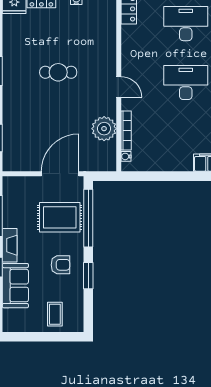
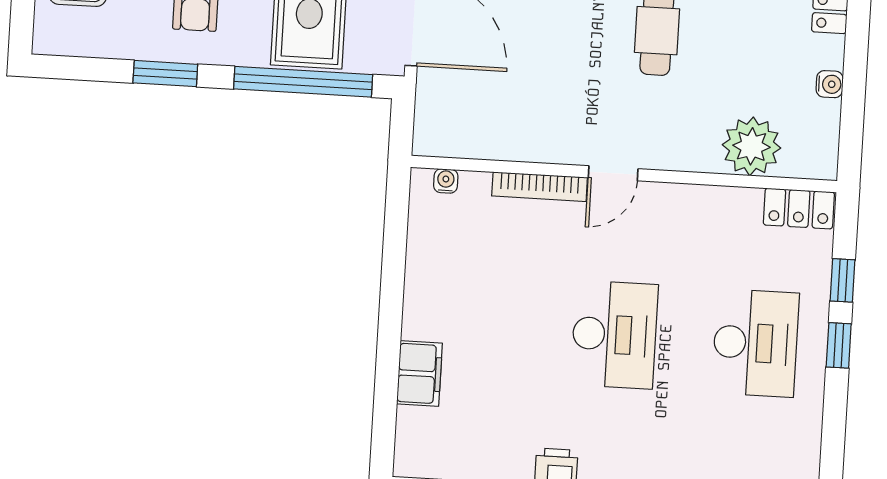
plant: (104, 129) -> (752, 146), moved
bookcase: (126, 130) -> (540, 187), moved

